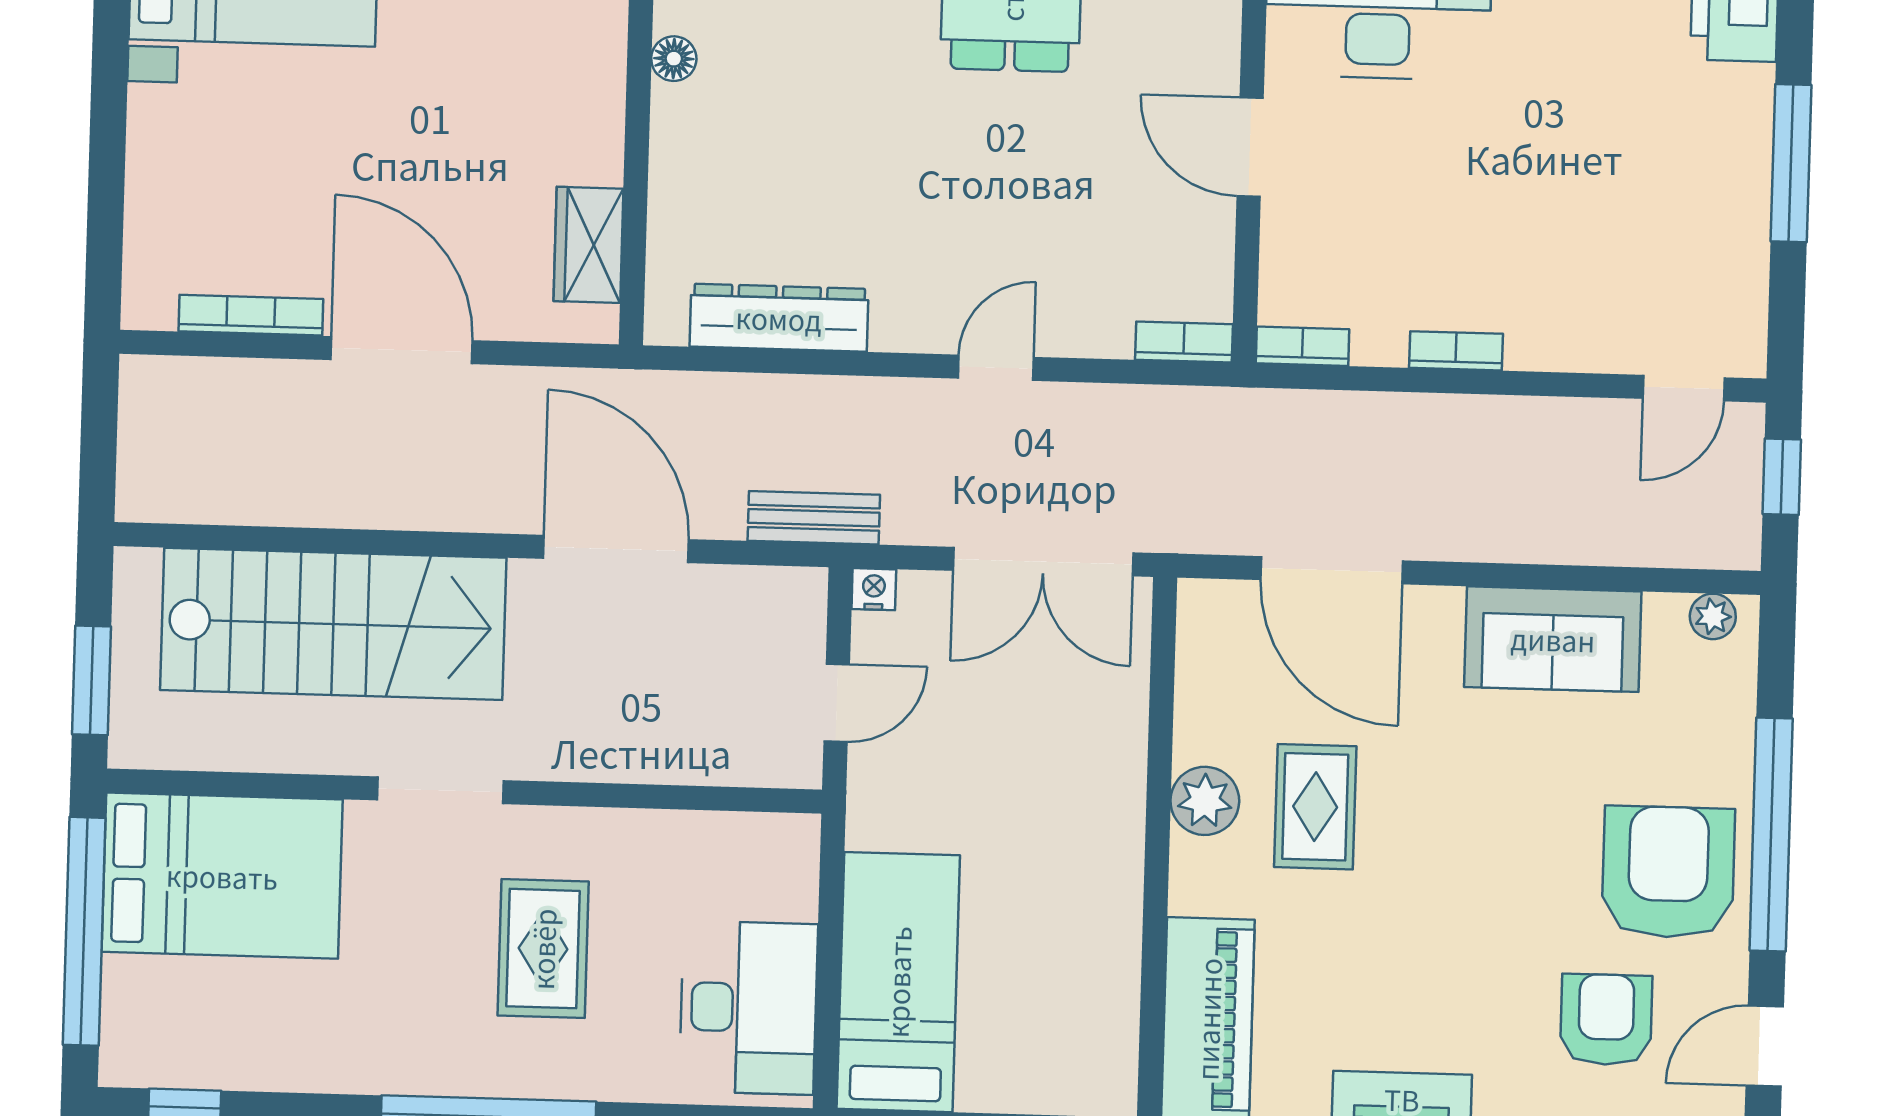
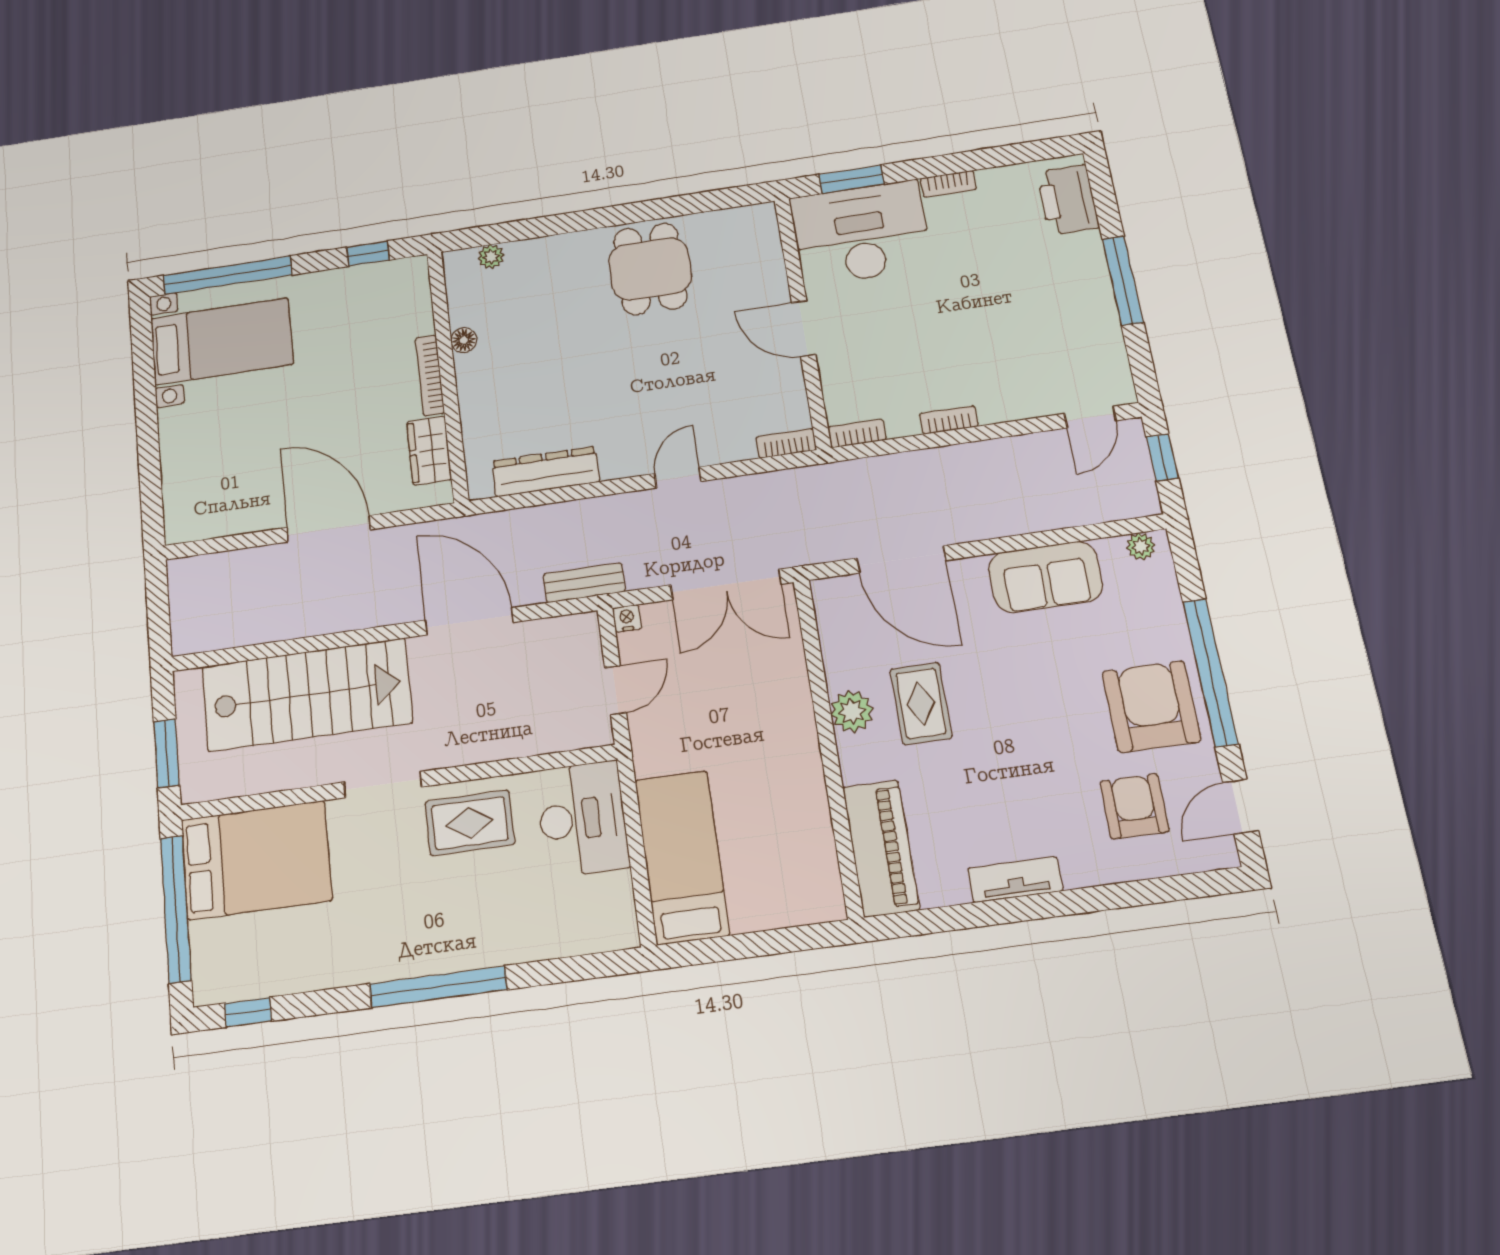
bookcase: (251, 315) -> (430, 375), moved, turned -90
rug: (543, 949) -> (470, 823), moved, turned 90
desk: (748, 1008) -> (582, 819), moved

